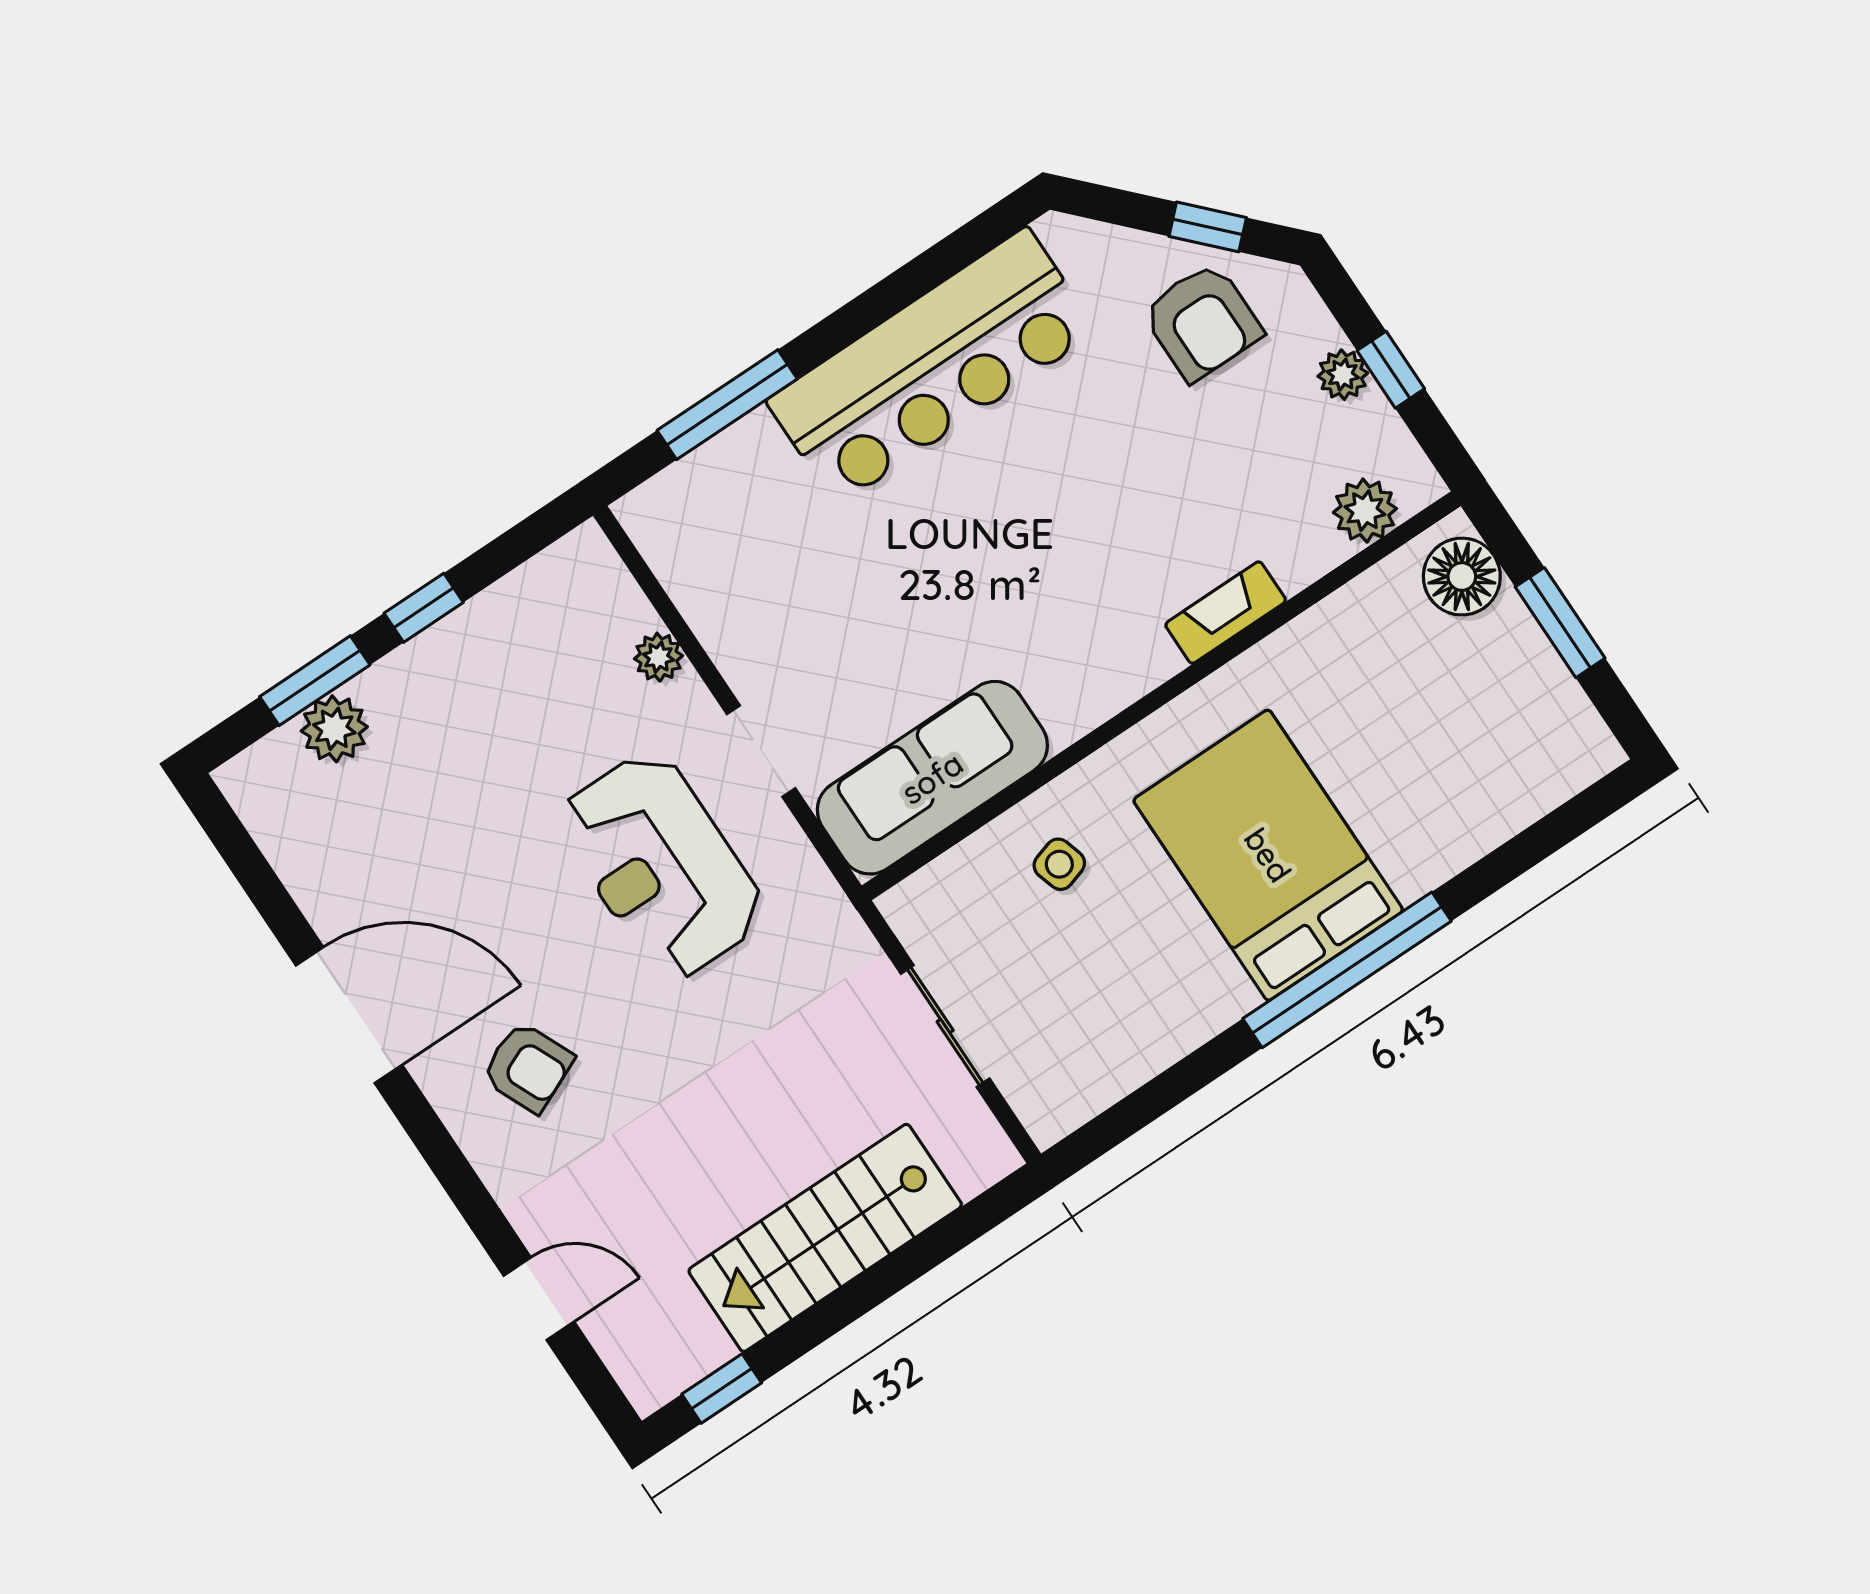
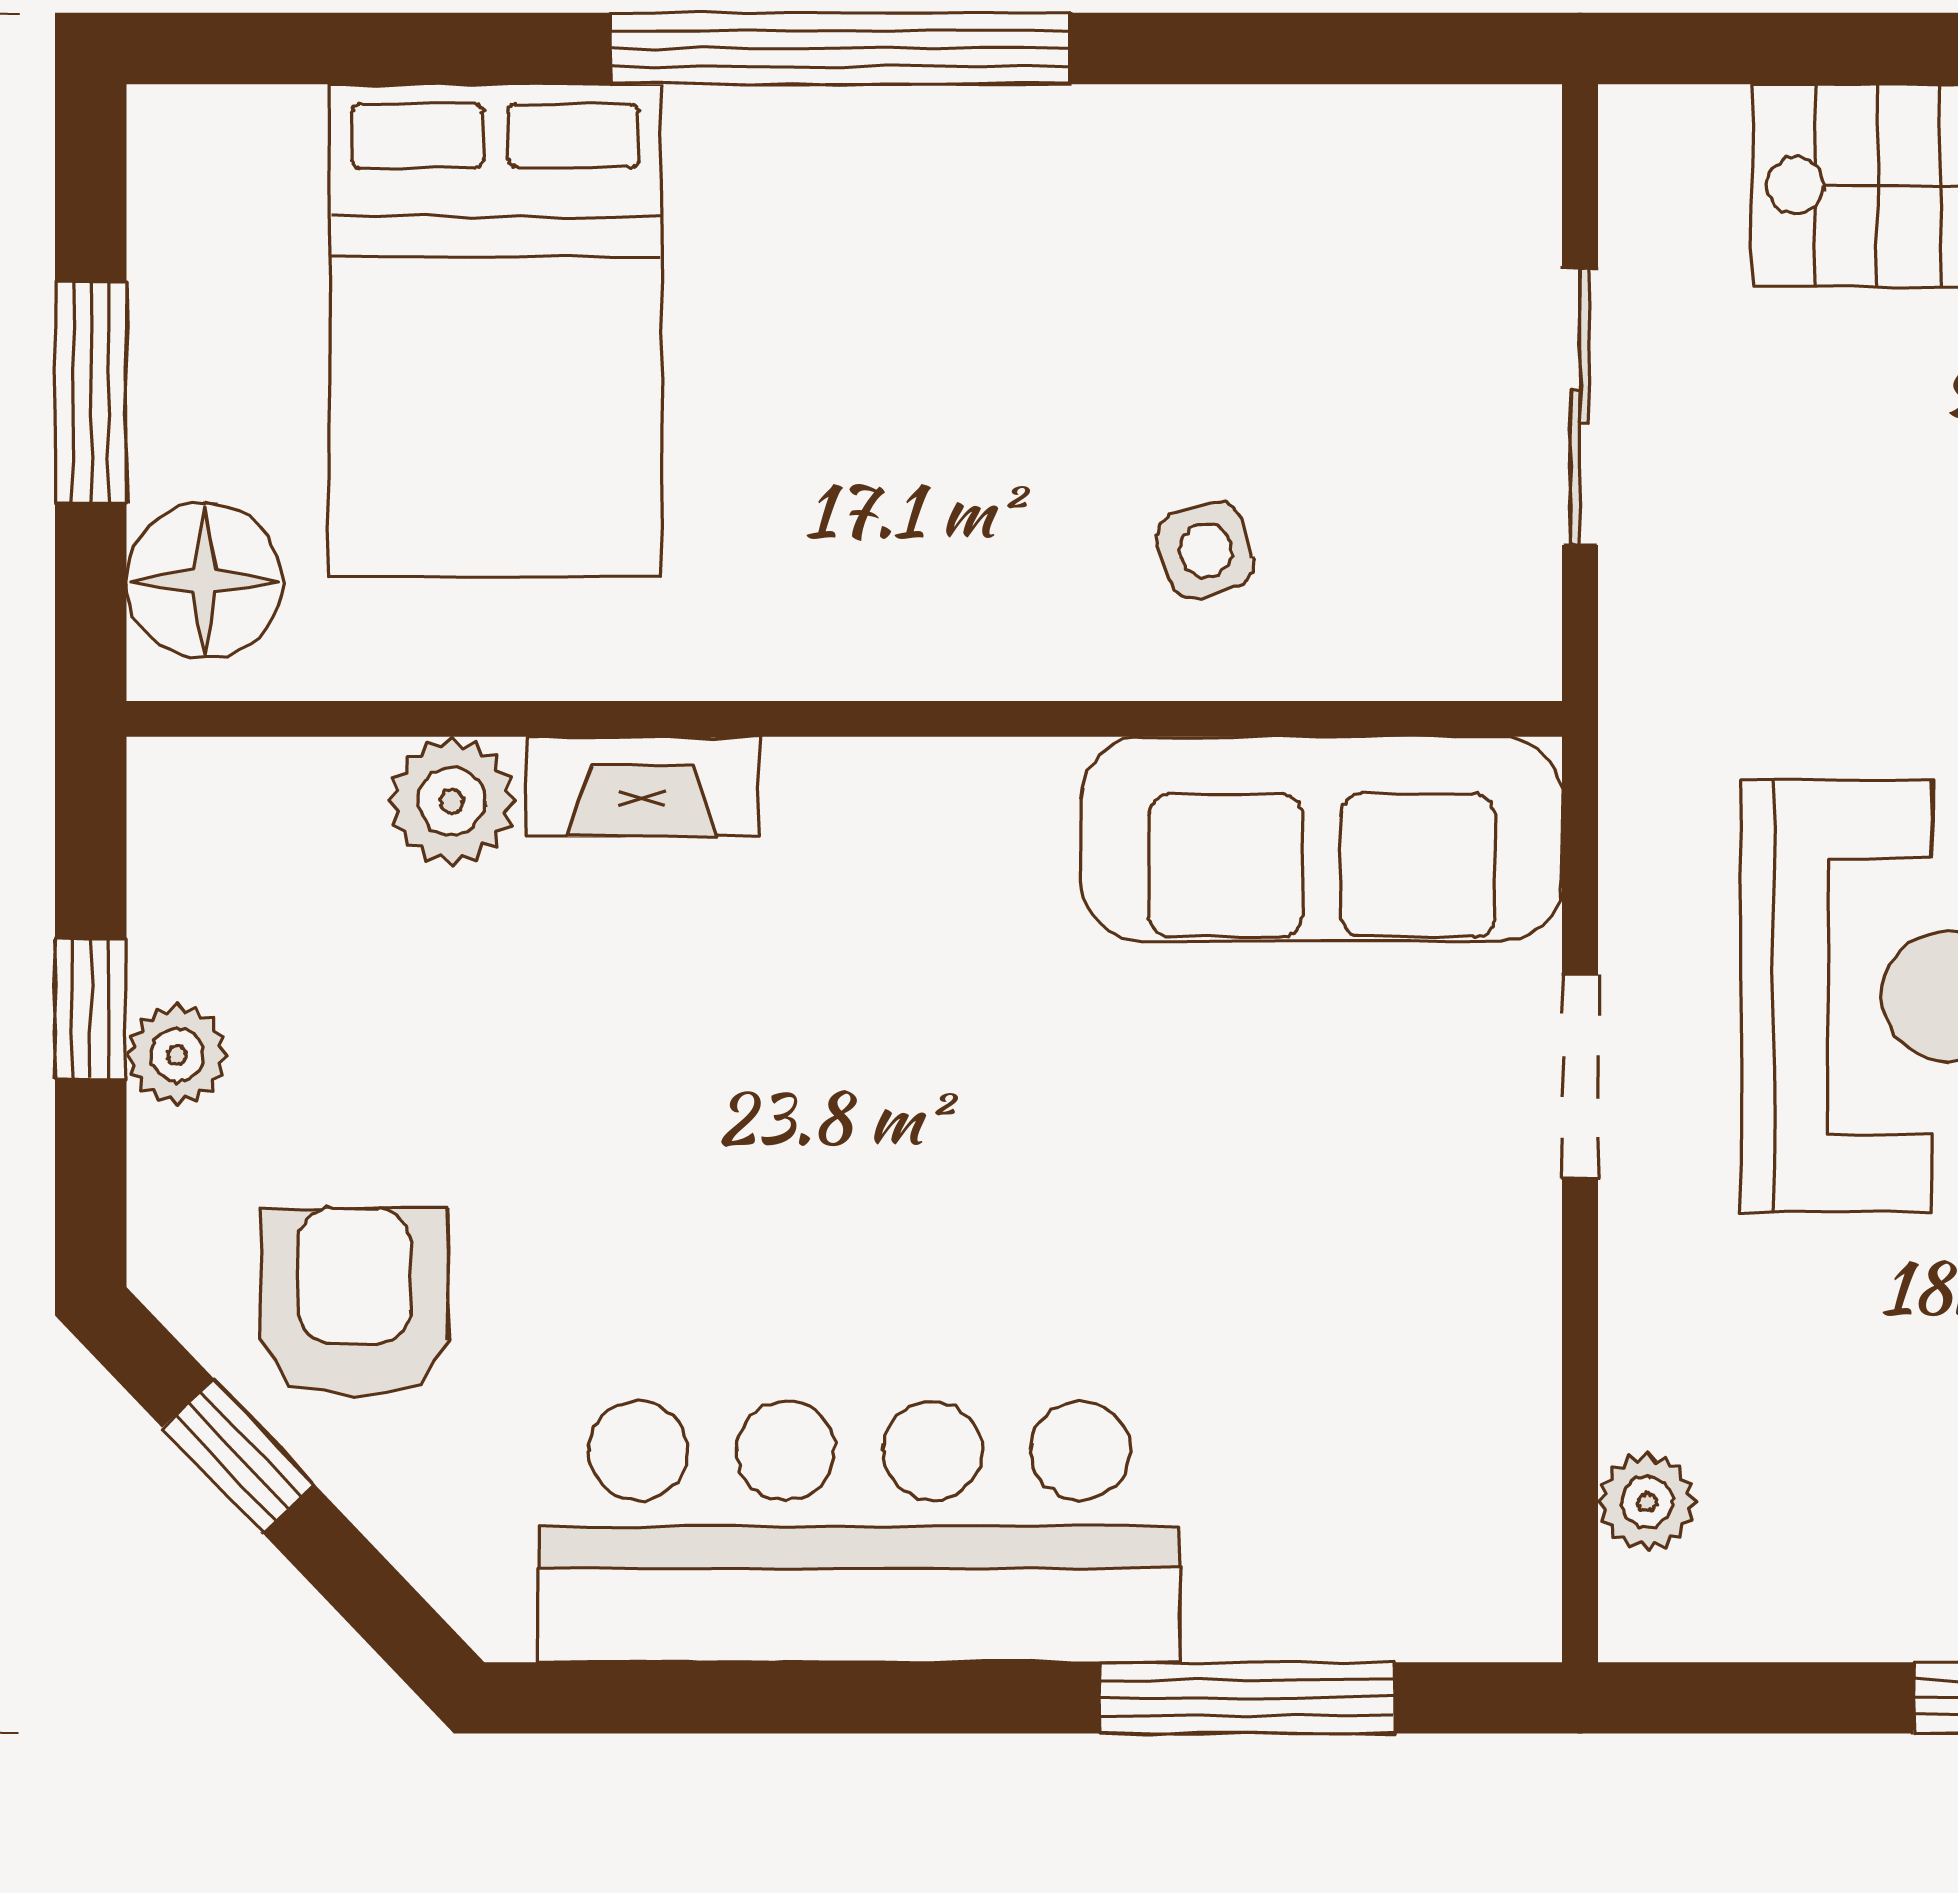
plant: (1365, 511) -> (452, 801), moved
plant: (658, 657) -> (1647, 1502), moved
bed: (1268, 855) -> (496, 330), moved

